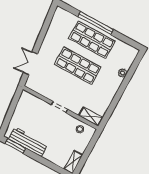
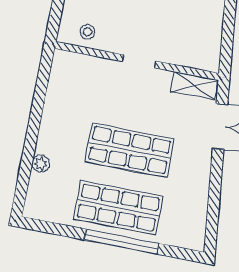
shelving: (91, 117) -> (194, 86), moved

